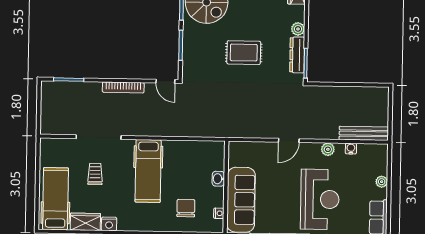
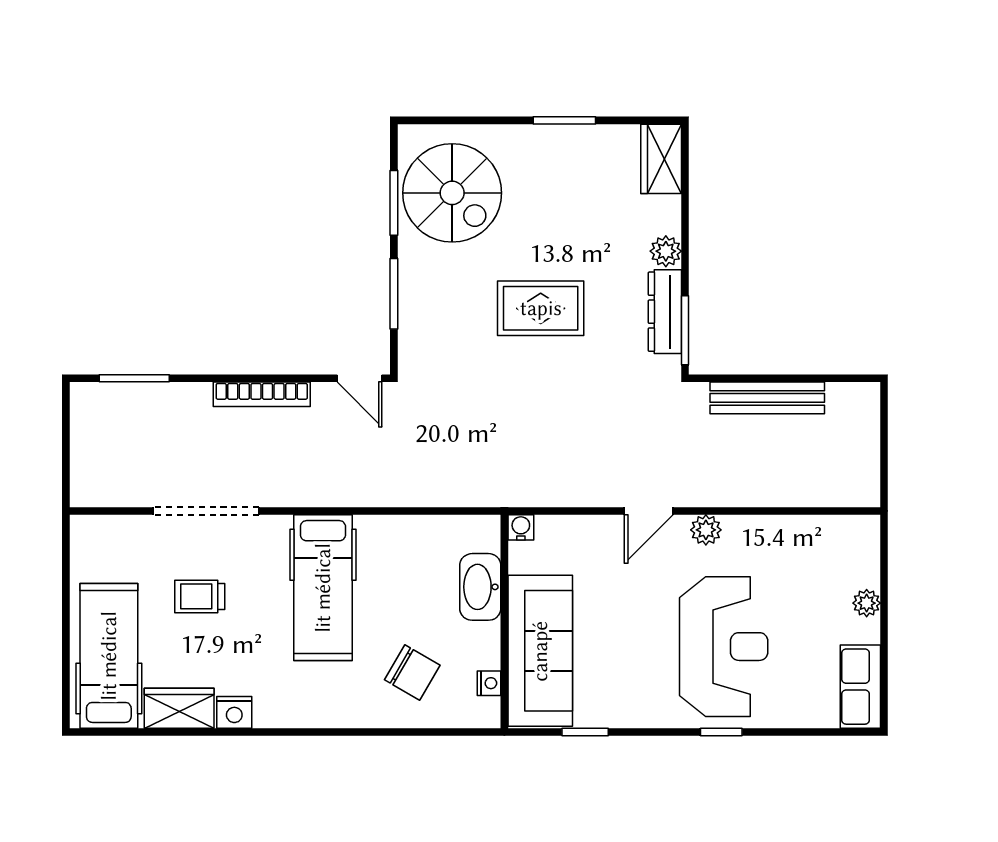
bench: (364, 133) -> (767, 398), moved
plant: (328, 149) -> (706, 530), moved
water cooler: (351, 149) -> (521, 527), moved
trolley: (95, 174) -> (200, 596), turned -90
washbasin: (218, 179) -> (480, 587), width x1.91, depth x1.45
chair: (186, 208) -> (412, 672), turned 120

